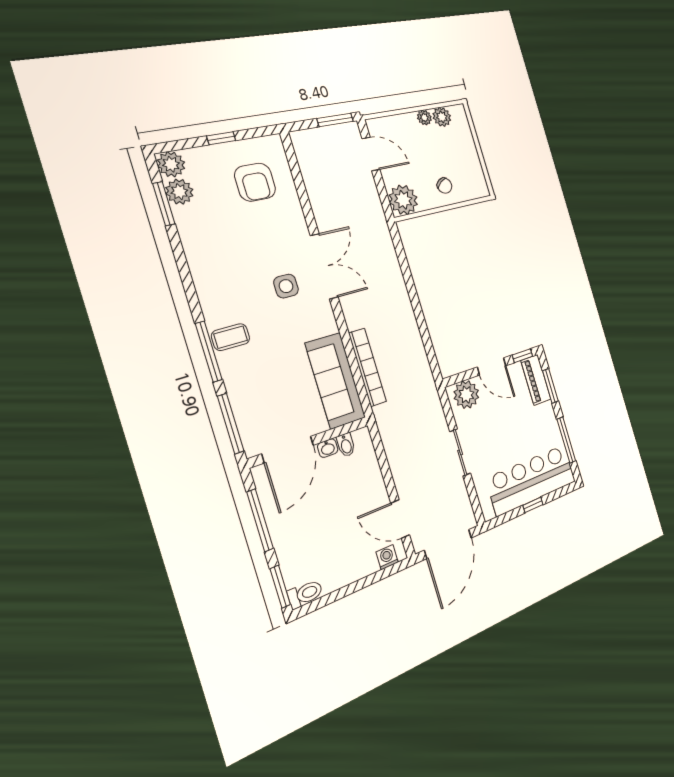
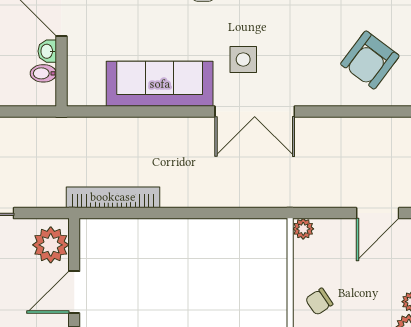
armchair: (255, 182) -> (370, 60), turned -53
plant: (403, 200) -> (303, 229), width x0.53, depth x0.53
bookcase: (367, 367) -> (113, 197), moved, turned 180
sofa: (335, 381) -> (160, 84), moved

